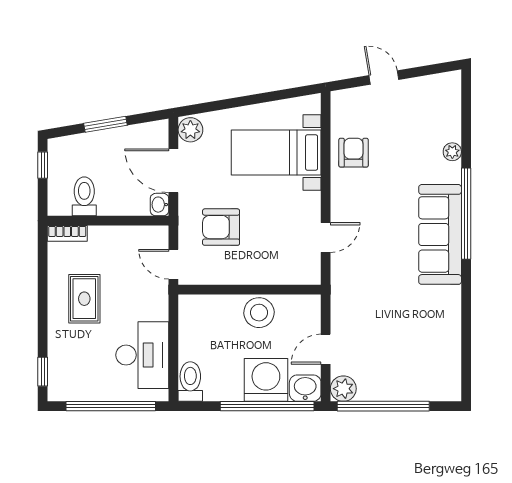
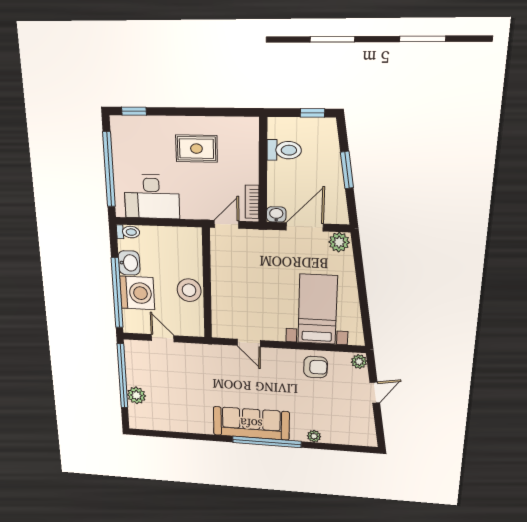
plant: (342, 99) -> (359, 362), added
armchair: (221, 227) -> (257, 264), removed
bookcase: (67, 233) -> (252, 202), moved
toilet: (190, 382) -> (128, 232), width x0.73, depth x0.72
washbasin: (305, 388) -> (129, 263), moved
plant: (343, 389) -> (136, 395), moved

